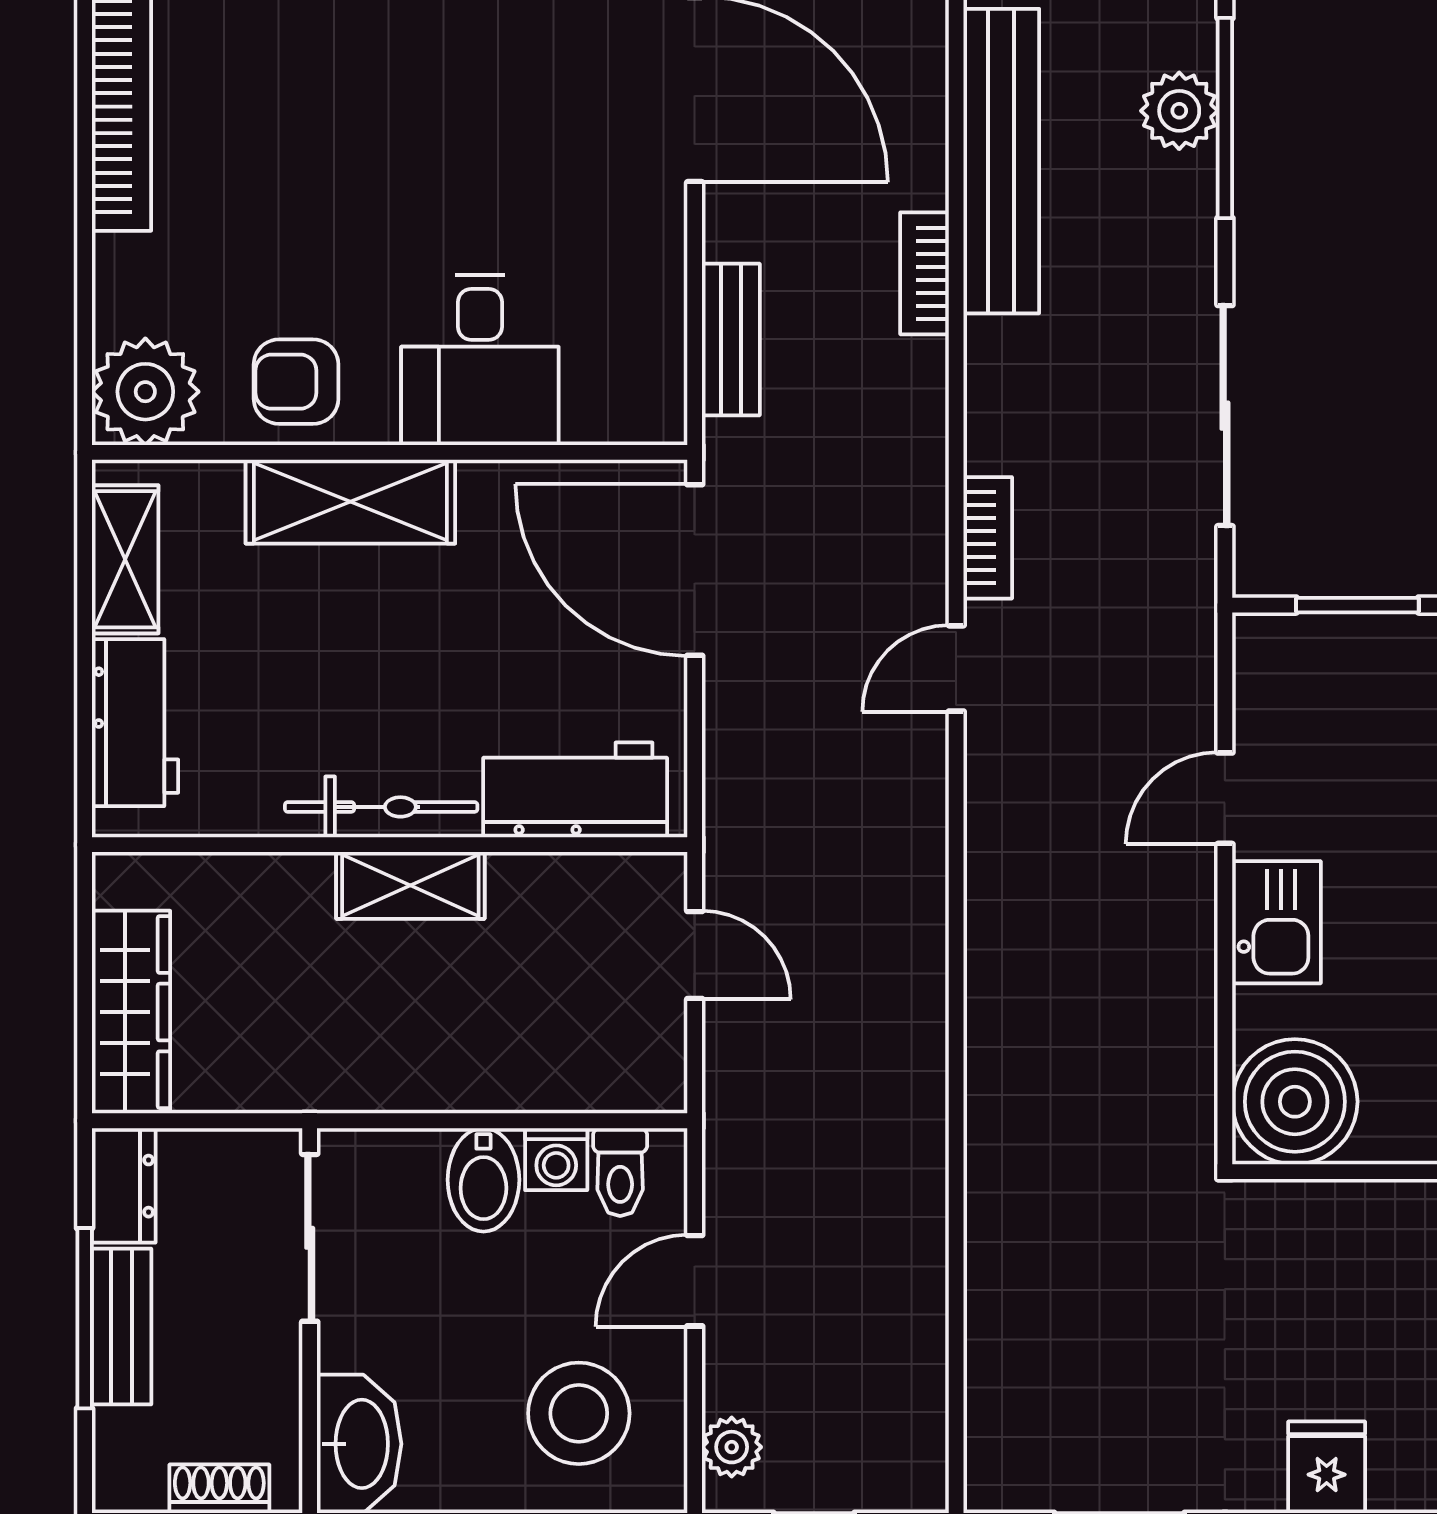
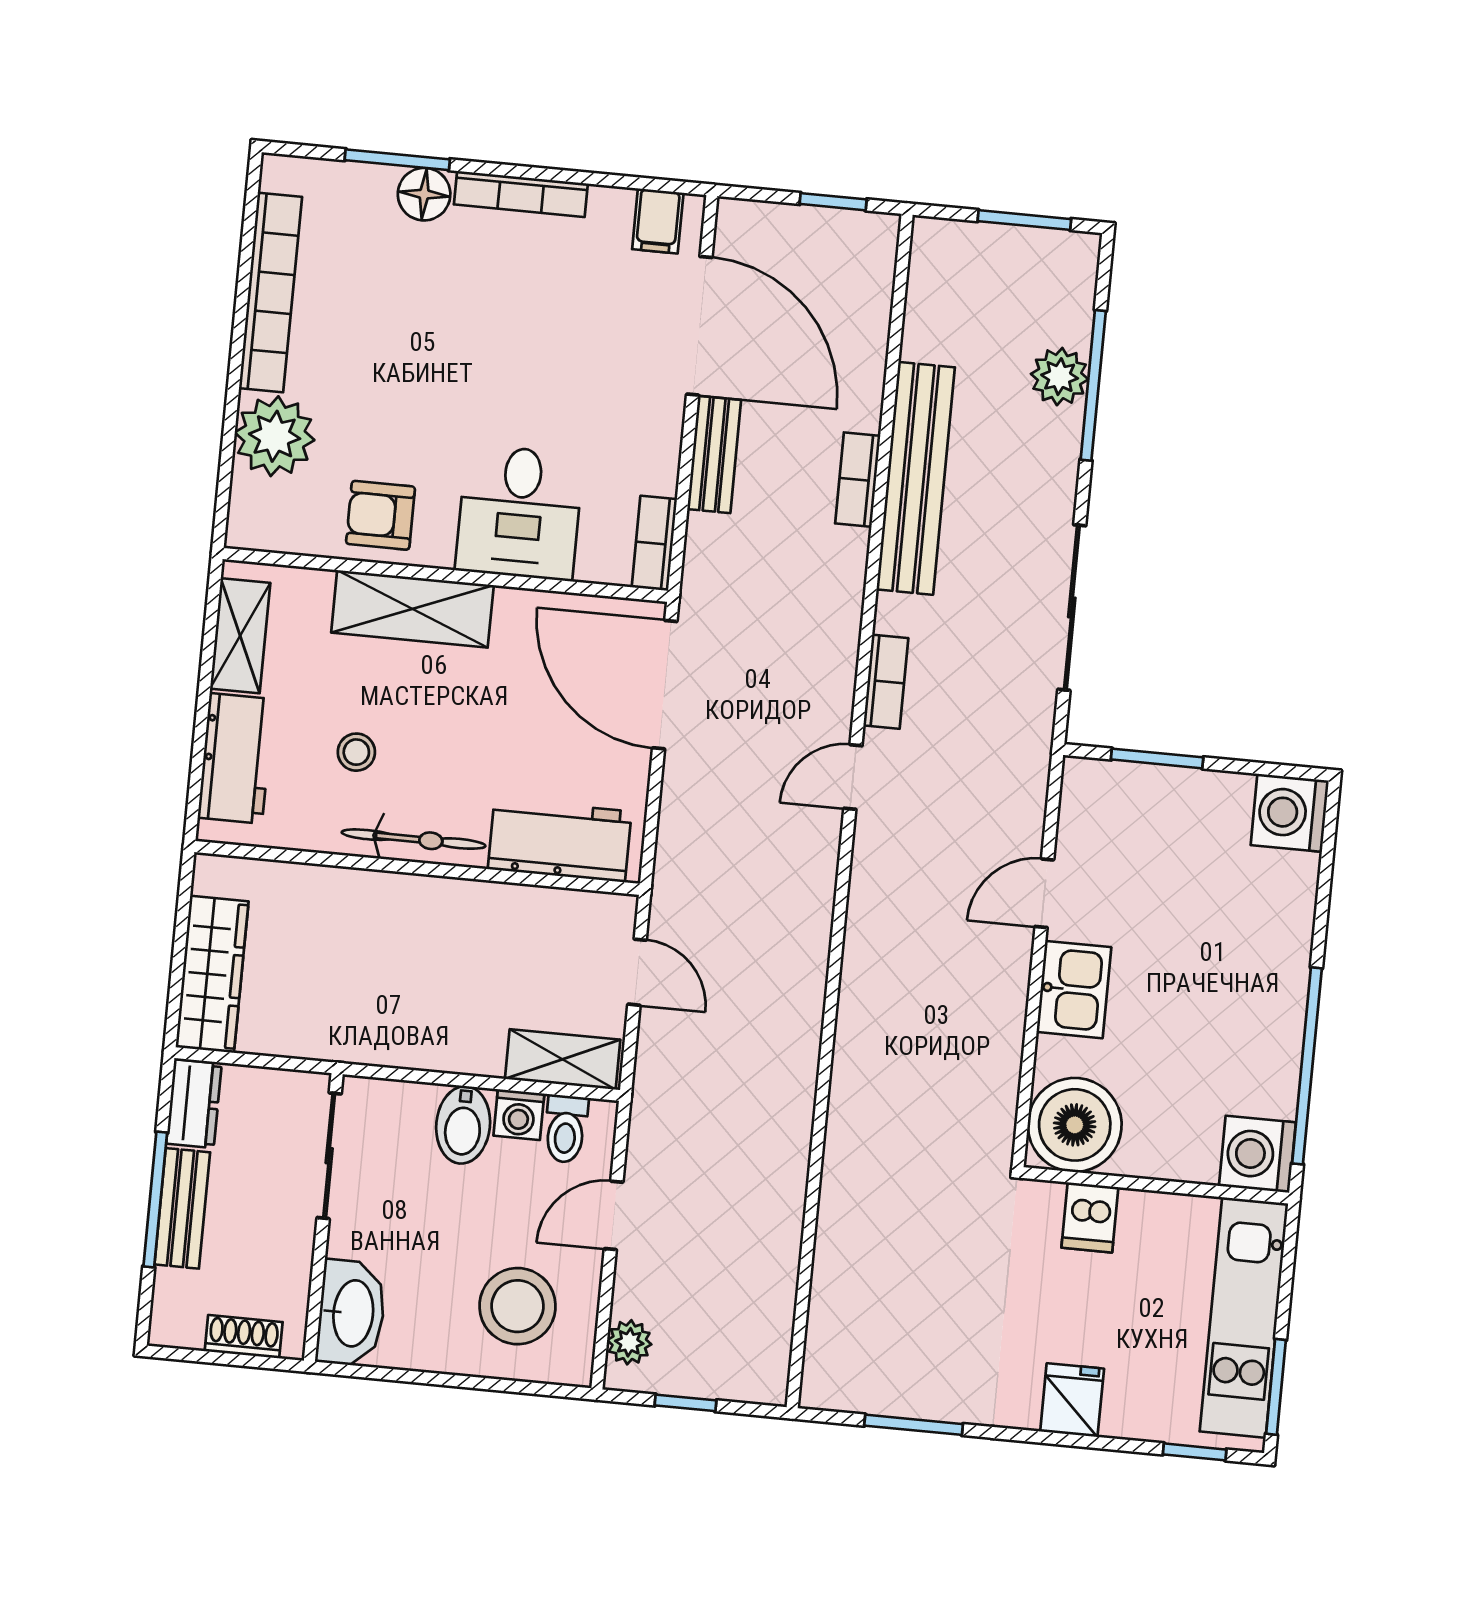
bench: (1001, 161) -> (916, 478), moved
bench: (731, 339) -> (714, 455), moved
bookcase: (663, 384) -> (654, 543), added
plant: (145, 392) -> (275, 436), moved
stool: (294, 699) -> (356, 752), added
shelving: (410, 885) -> (563, 1059), moved
dishwasher: (1327, 1223) -> (1090, 1217), added

